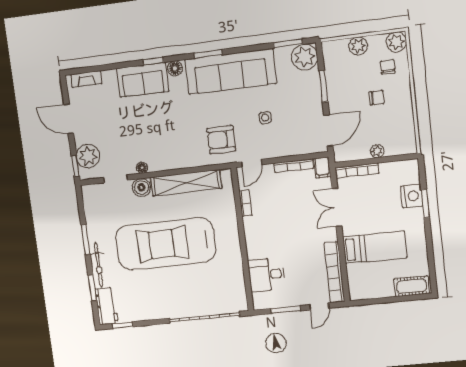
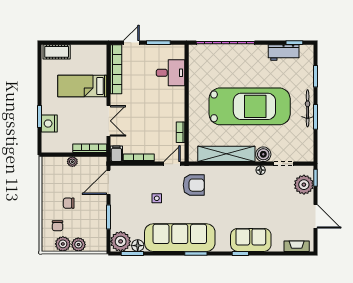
plant: (396, 42) -> (63, 244), moved
floor lamp: (175, 68) -> (138, 246), moved
bicycle: (98, 265) -> (308, 108), moved
workbench: (107, 306) -> (284, 53), moved, turned -90

